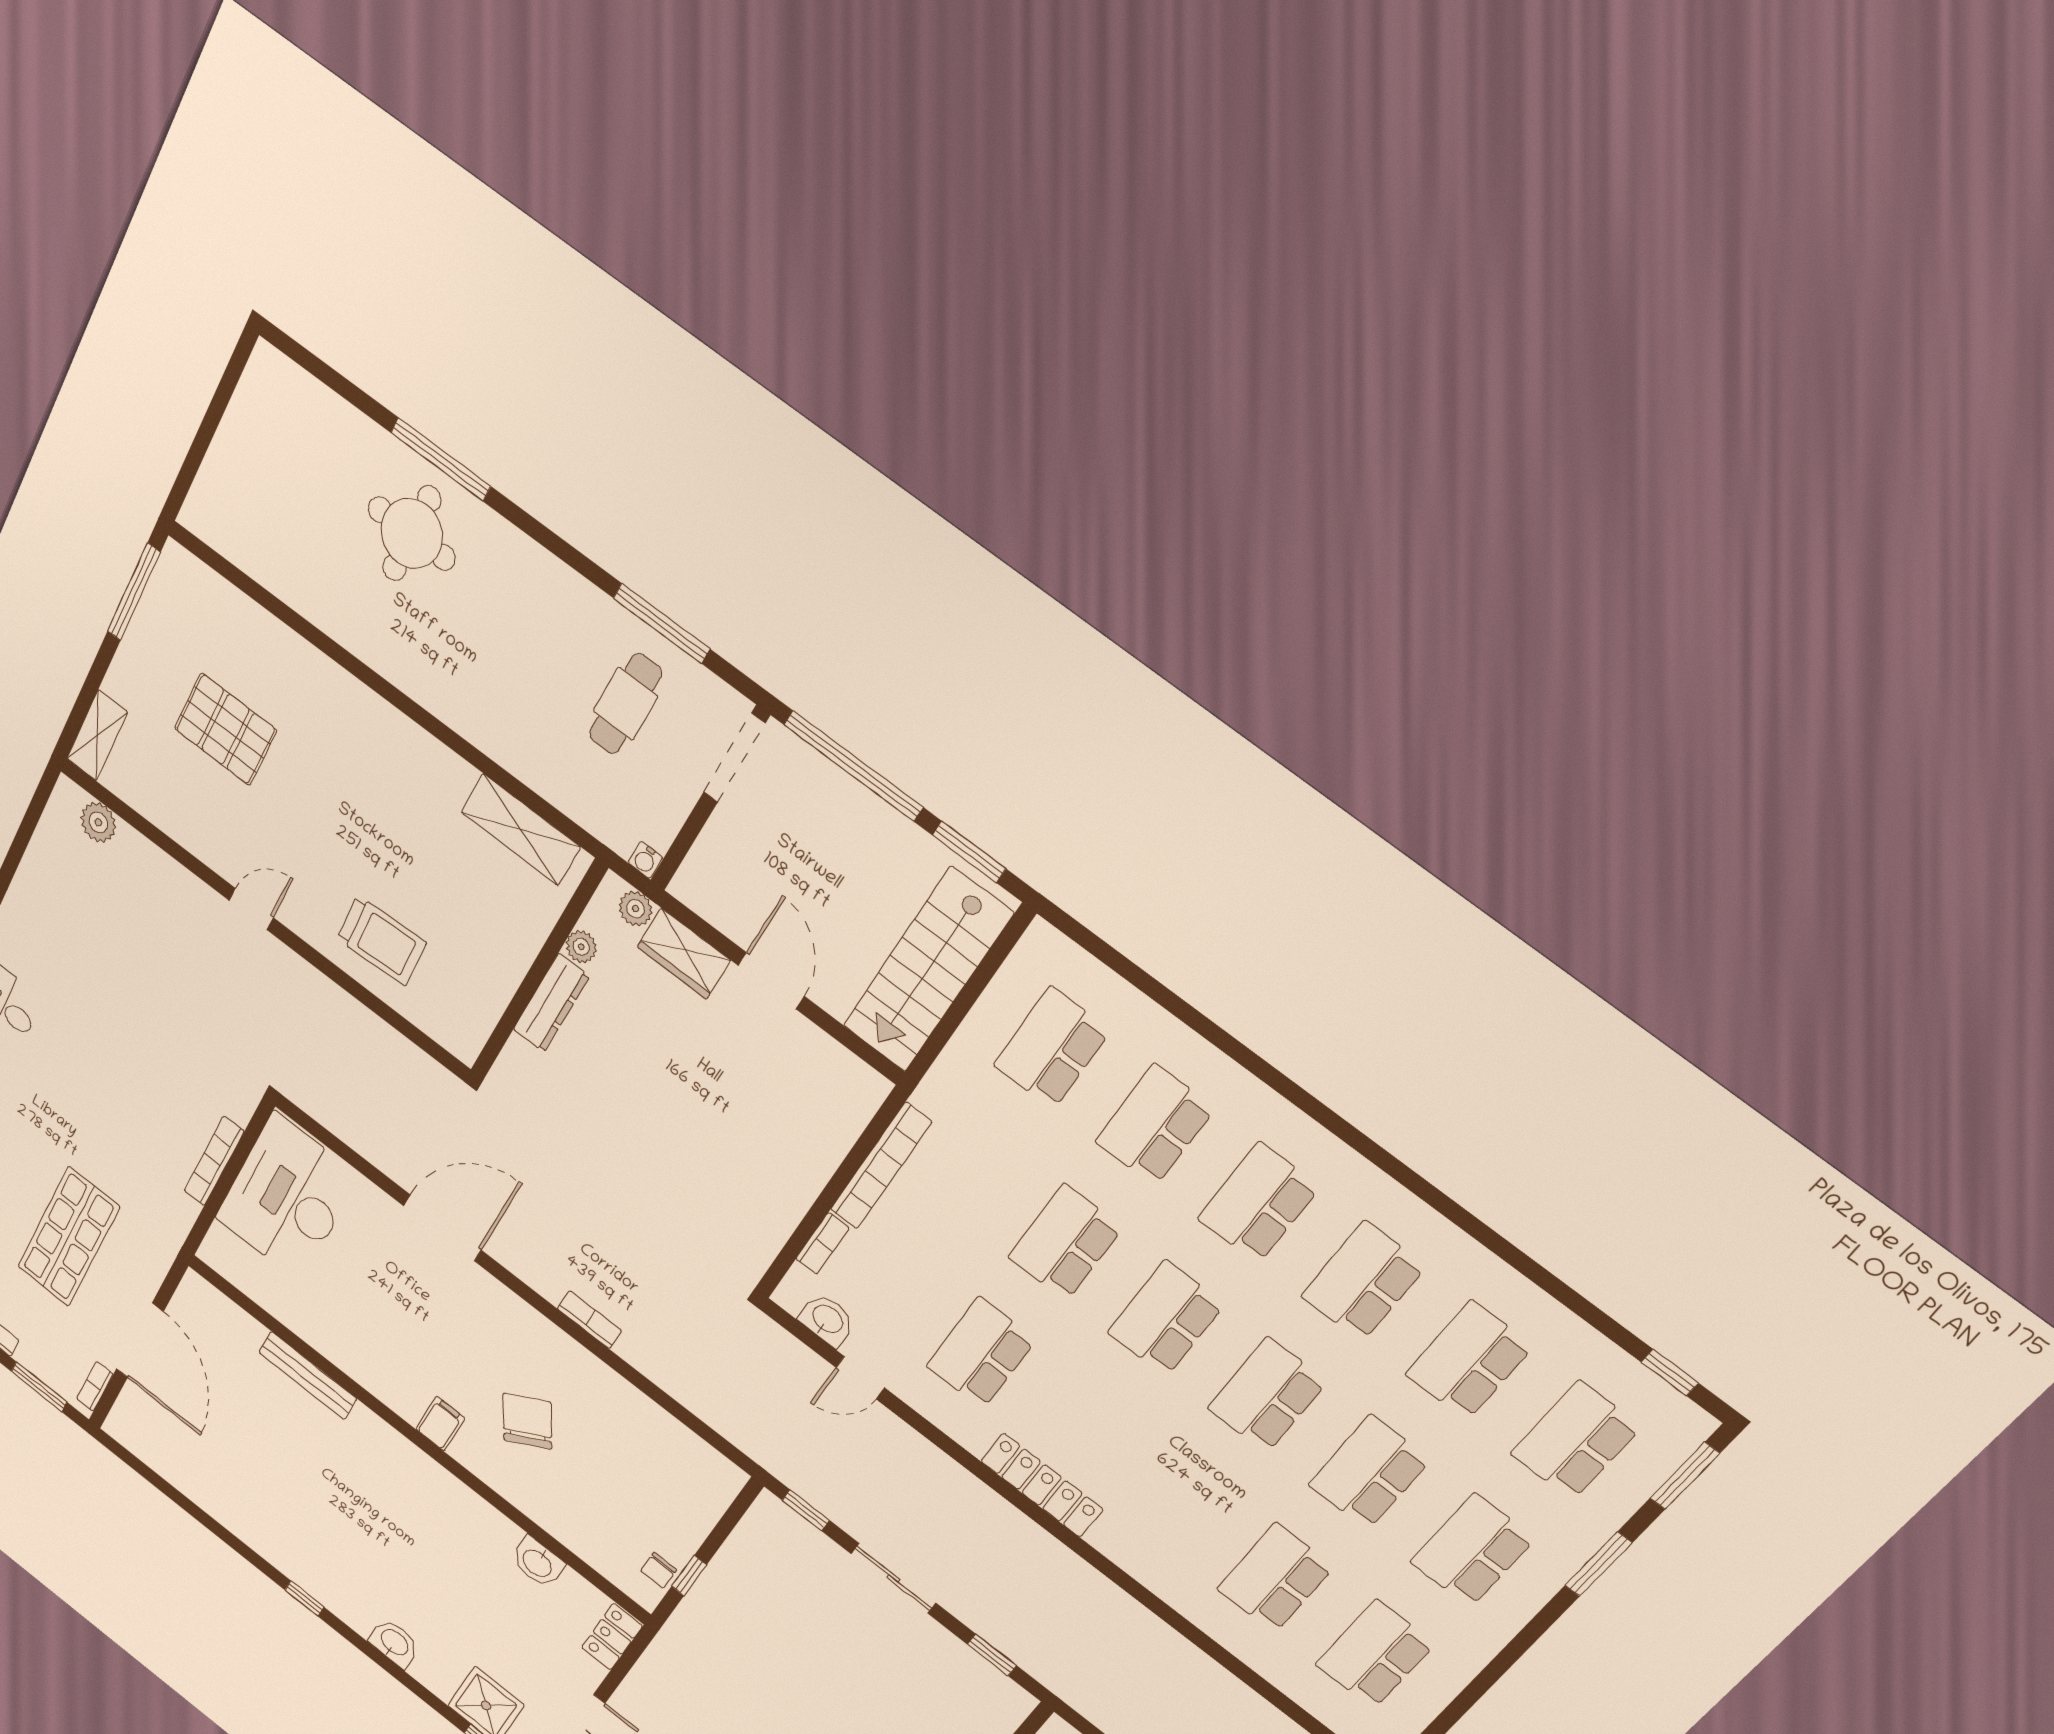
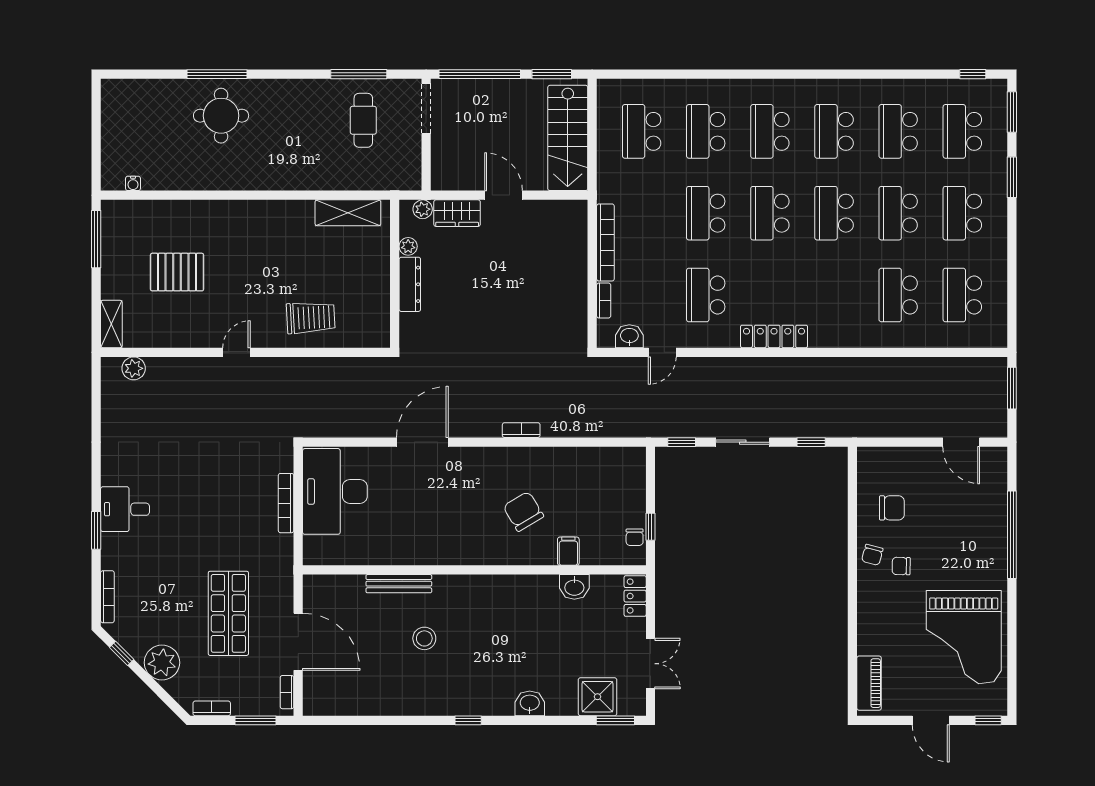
water cooler: (645, 860) -> (133, 183), moved
filing cabinet: (440, 1424) -> (568, 551), moved
stool: (303, 1465) -> (424, 638), added

